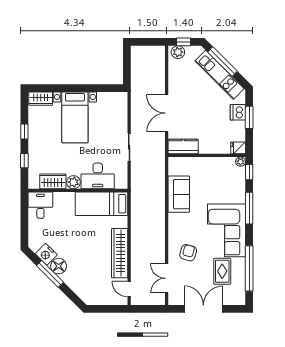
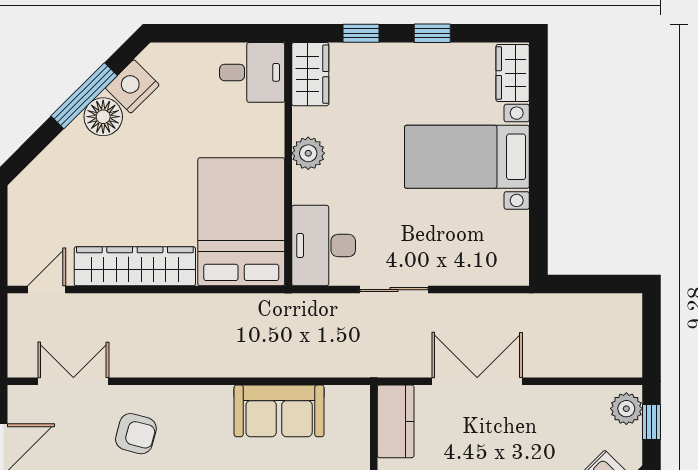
desk: (98, 176) -> (324, 246), moved
wardrobe: (53, 181) -> (310, 74), moved
bed: (101, 204) -> (241, 222), width x1.50

